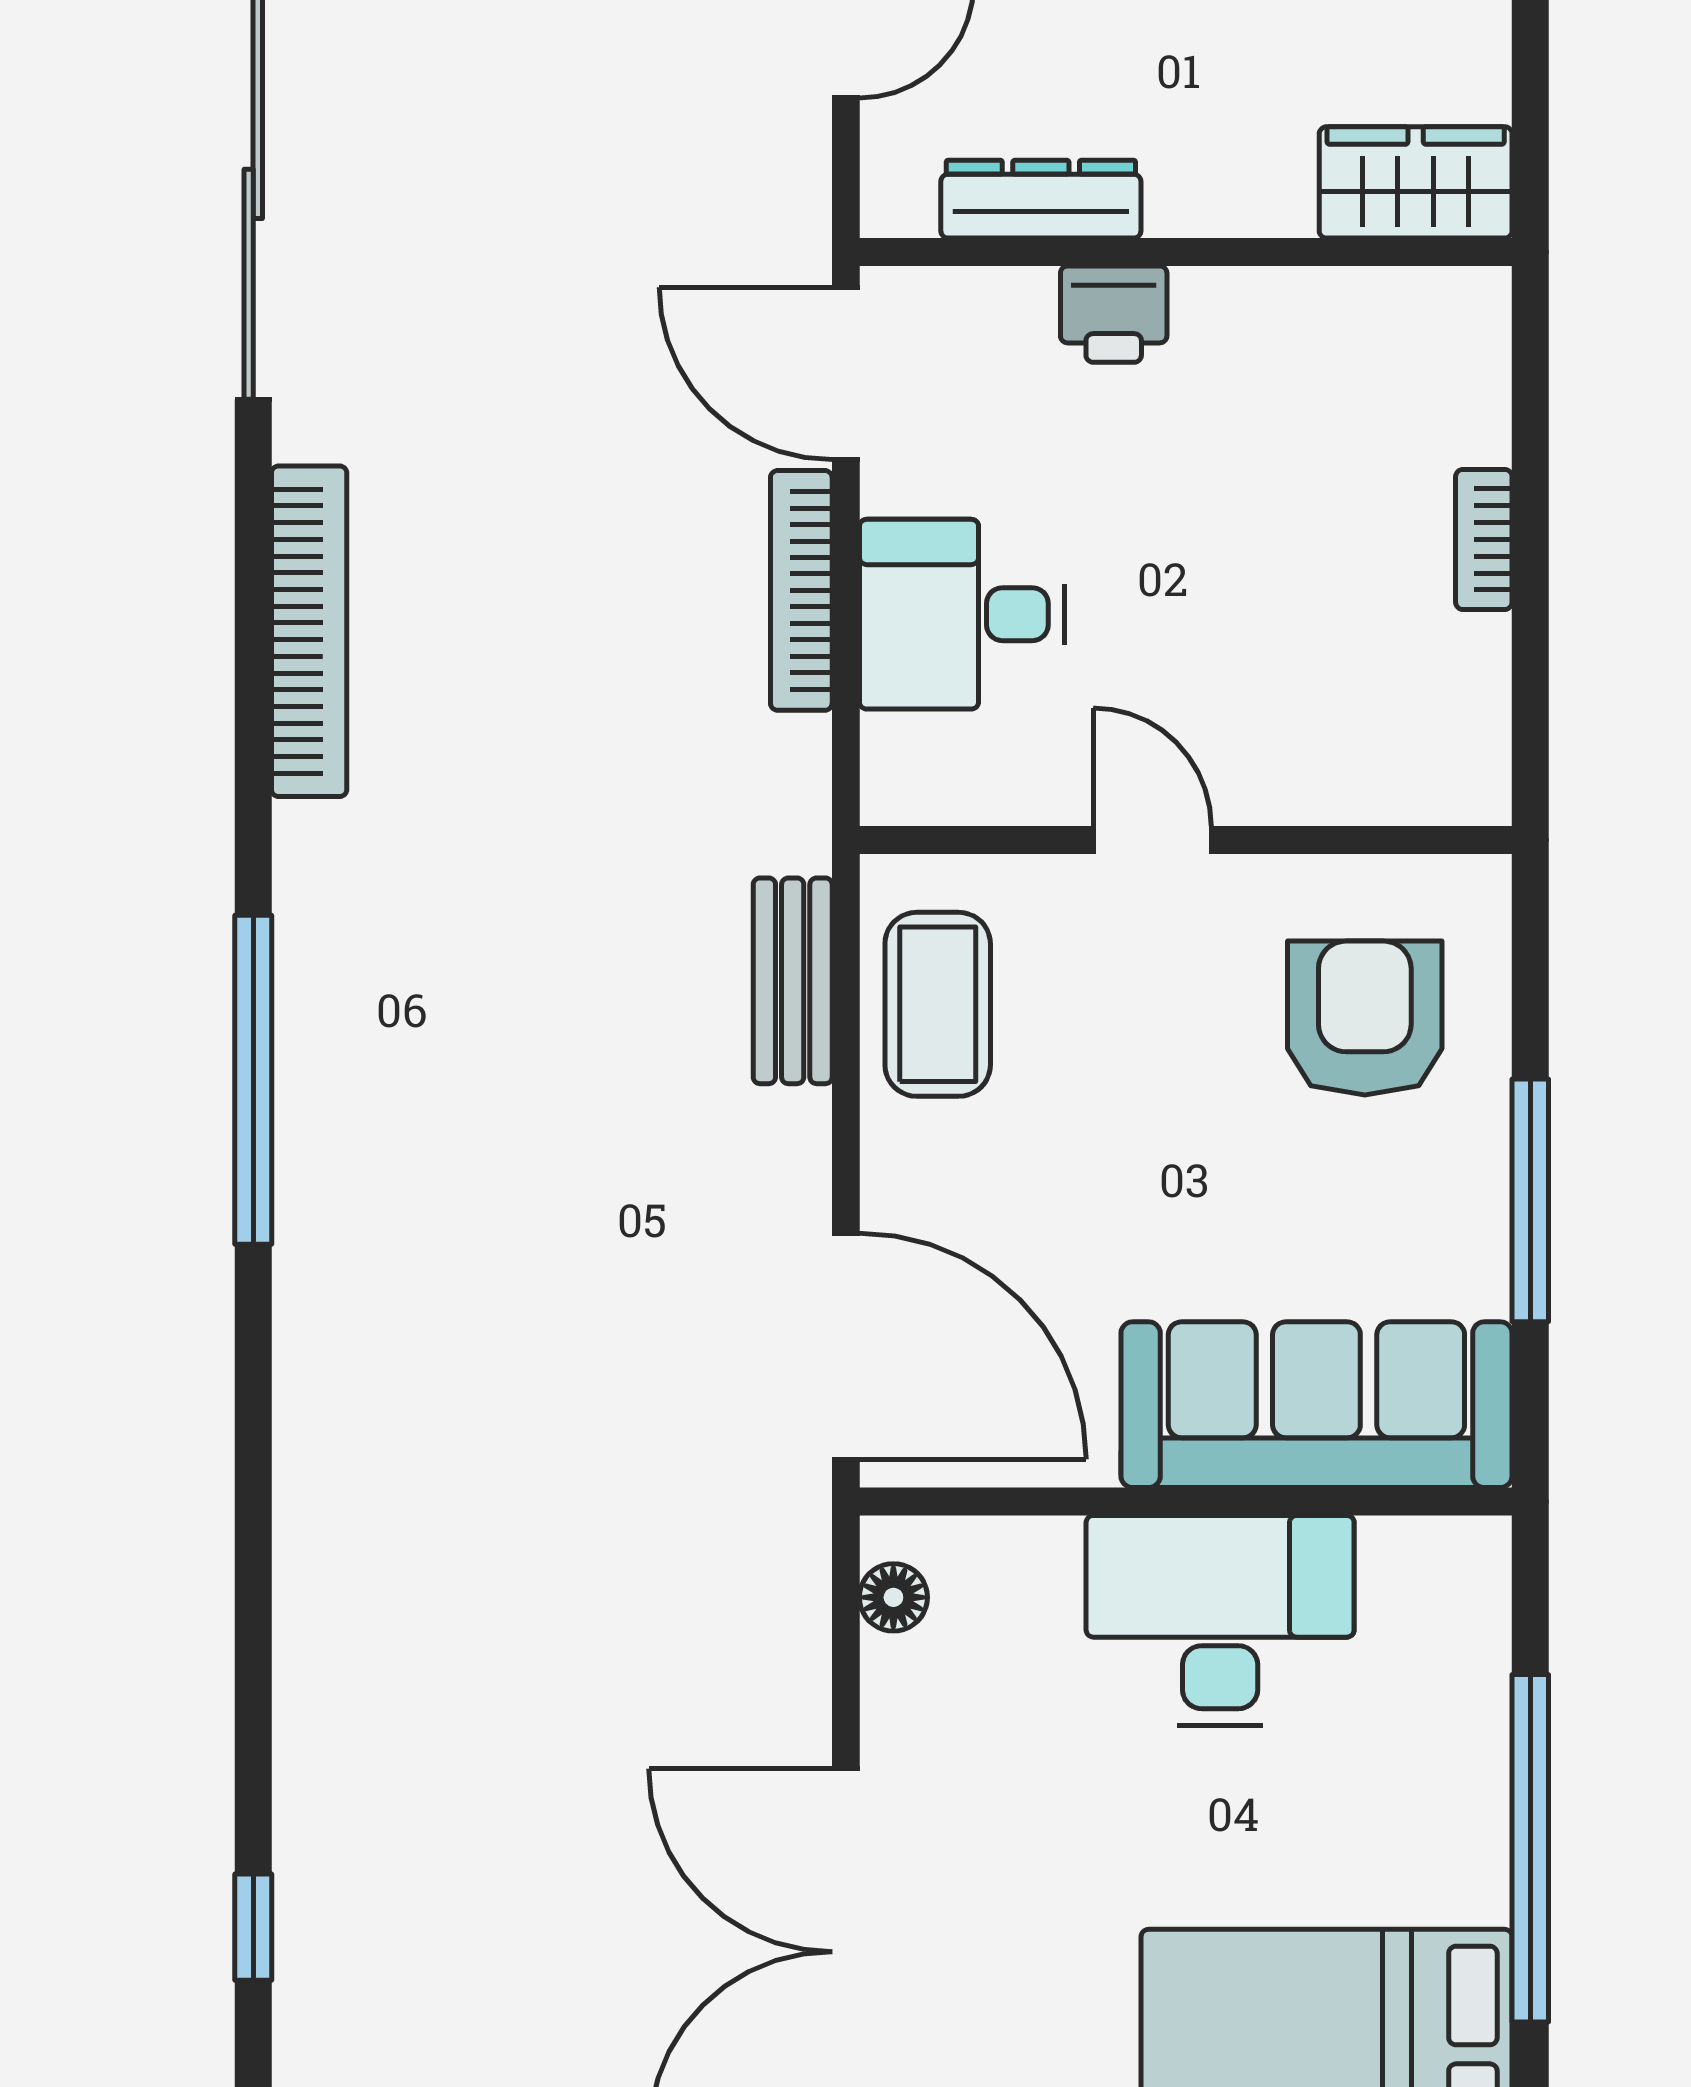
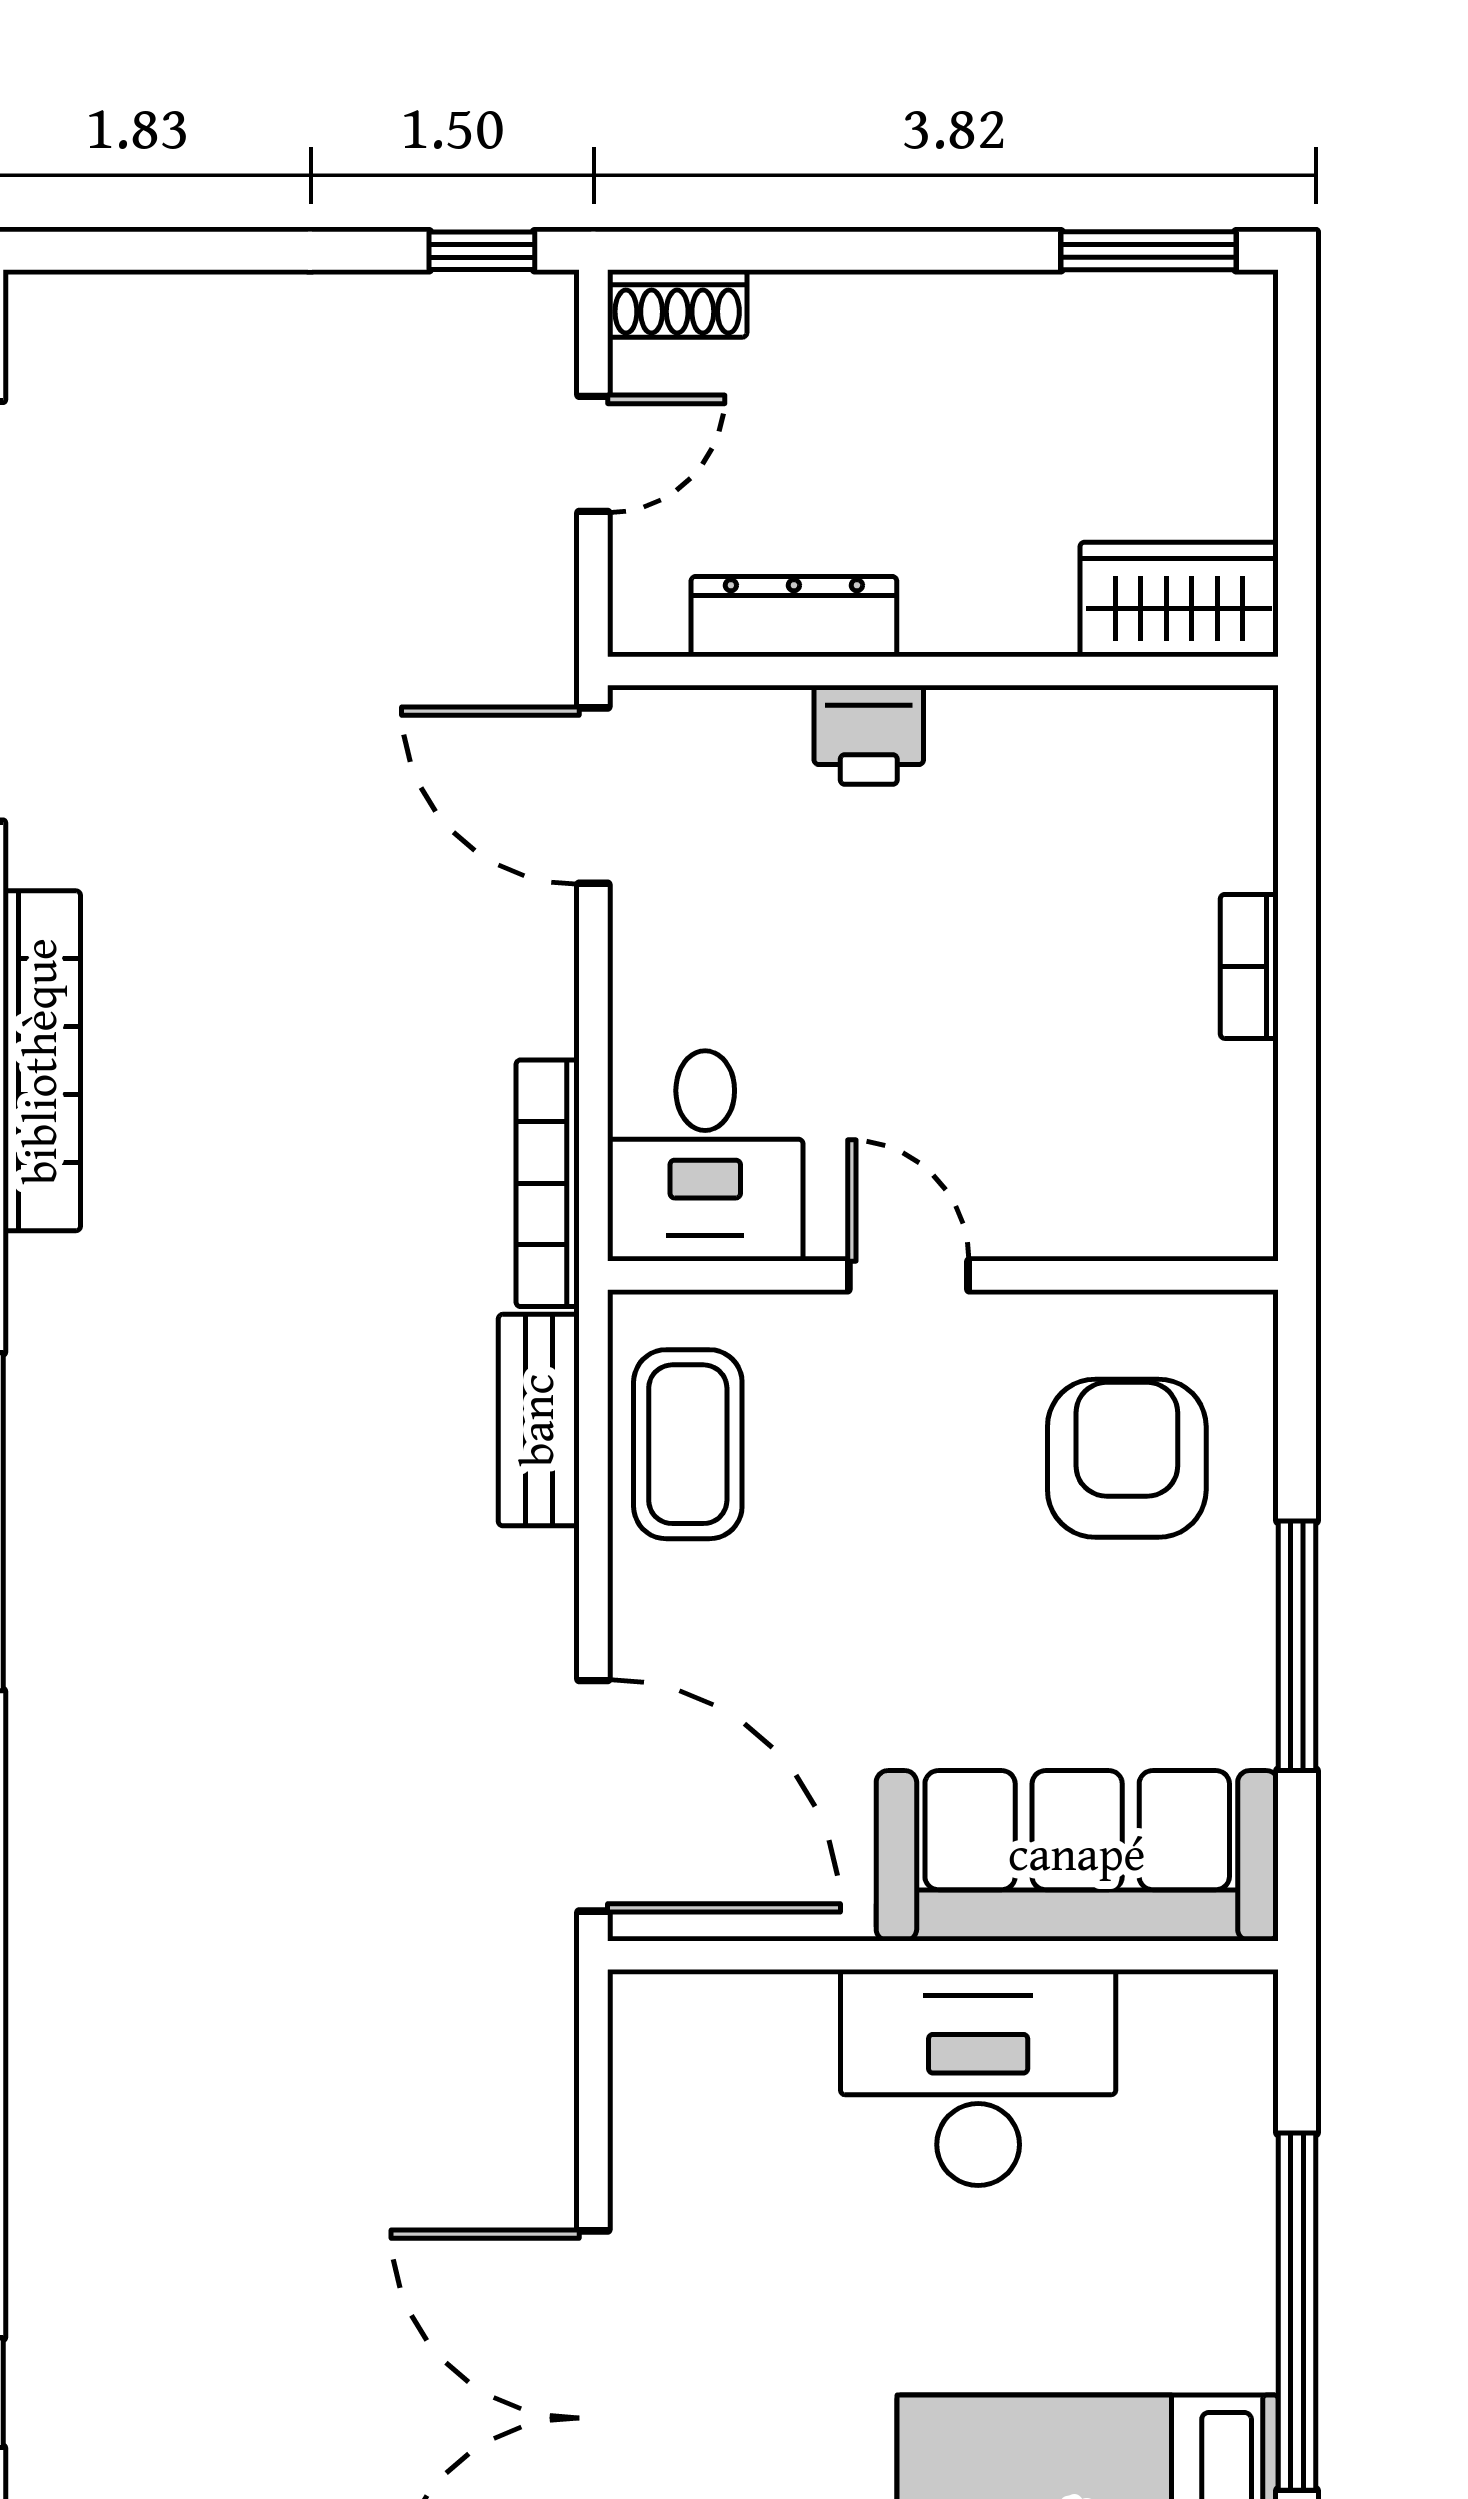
bookcase: (801, 590) -> (548, 1183), moved
desk: (962, 614) -> (705, 1156), moved, turned -90
floor lamp: (893, 1597) -> (642, 2054), removed

